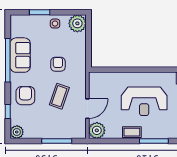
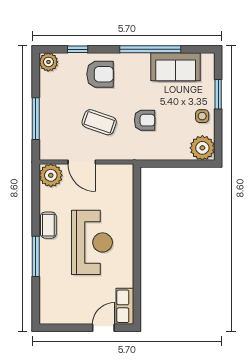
sofa: (20, 55) -> (176, 67), moved
reception desk: (144, 101) -> (92, 242), turned 180

